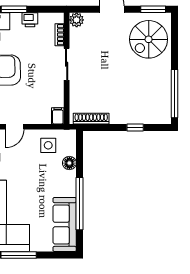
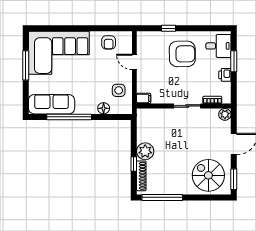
plant: (120, 114) -> (145, 151), added
shoe rack: (91, 119) -> (141, 176), moved

